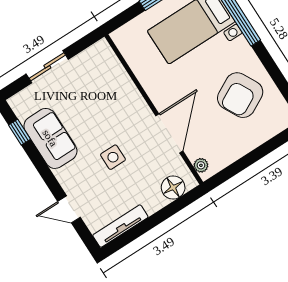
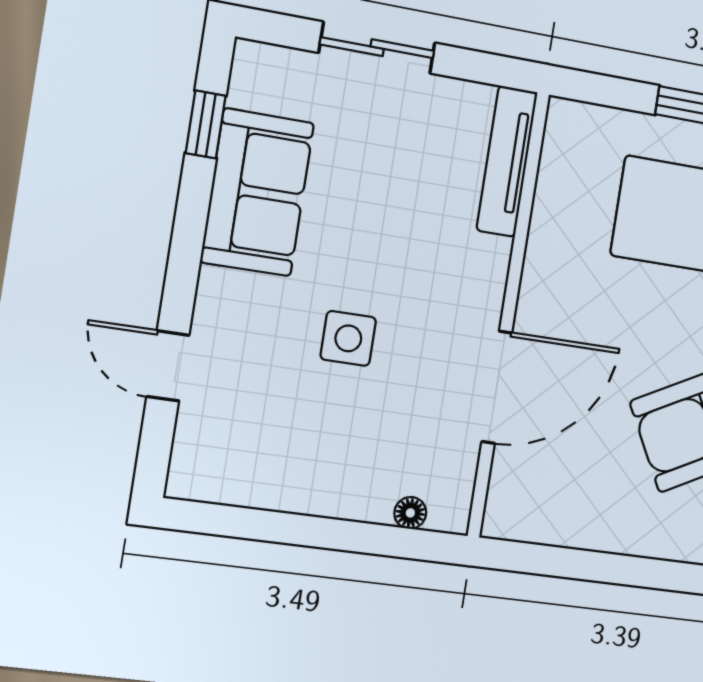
plant: (201, 165) -> (503, 501), removed
floor lamp: (173, 188) -> (410, 513), width x0.53, depth x0.53
tv unit: (120, 226) -> (507, 161), moved, turned -90

